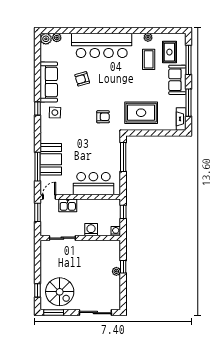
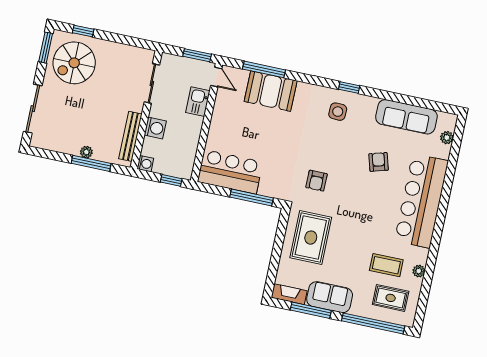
plant: (46, 39) -> (448, 121), removed
window: (189, 60) -> (373, 323), width x1.46
sofa: (177, 80) -> (330, 297), moved
sofa: (49, 82) -> (406, 117), moved
bar counter: (93, 184) -> (230, 172), moved, turned -90
bench: (100, 245) -> (130, 136), added
window: (123, 267) -> (91, 163), width x2.17

